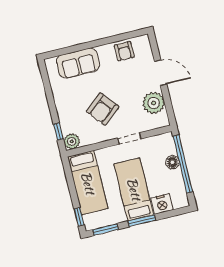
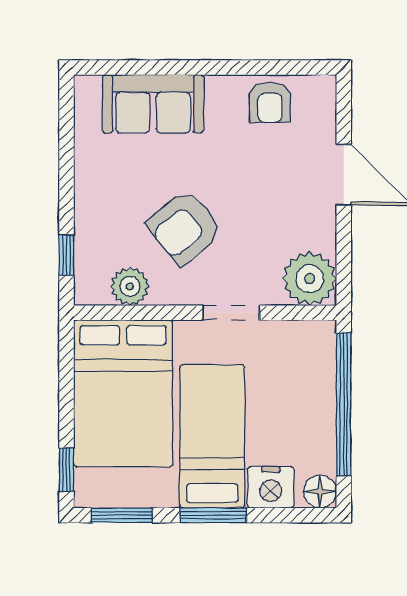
plant: (154, 103) -> (310, 279), moved
plant: (72, 141) -> (130, 286), moved
floor lamp: (172, 162) -> (320, 492), moved
bed: (88, 183) -> (123, 393), width x1.50

